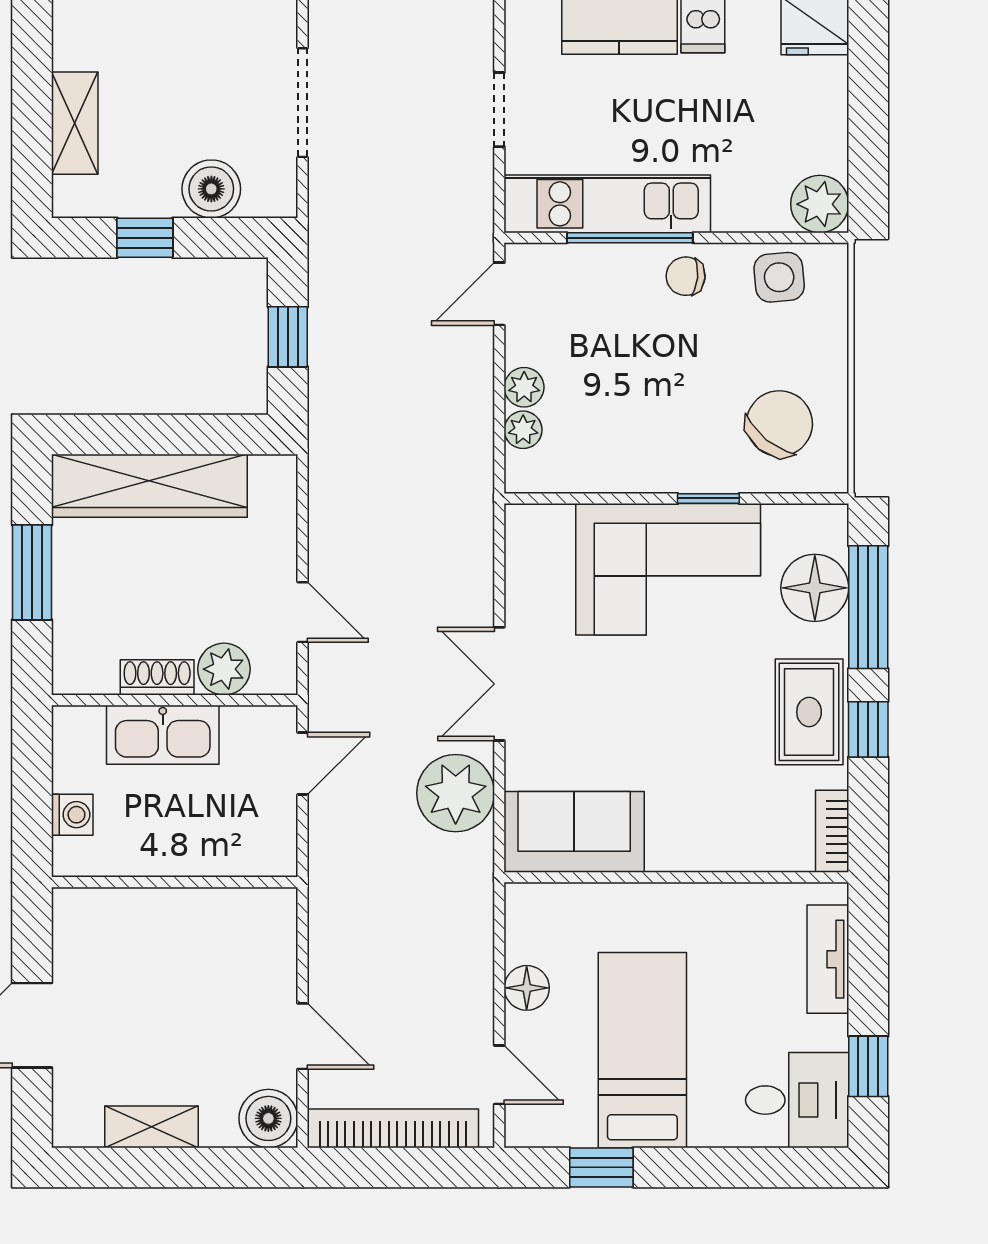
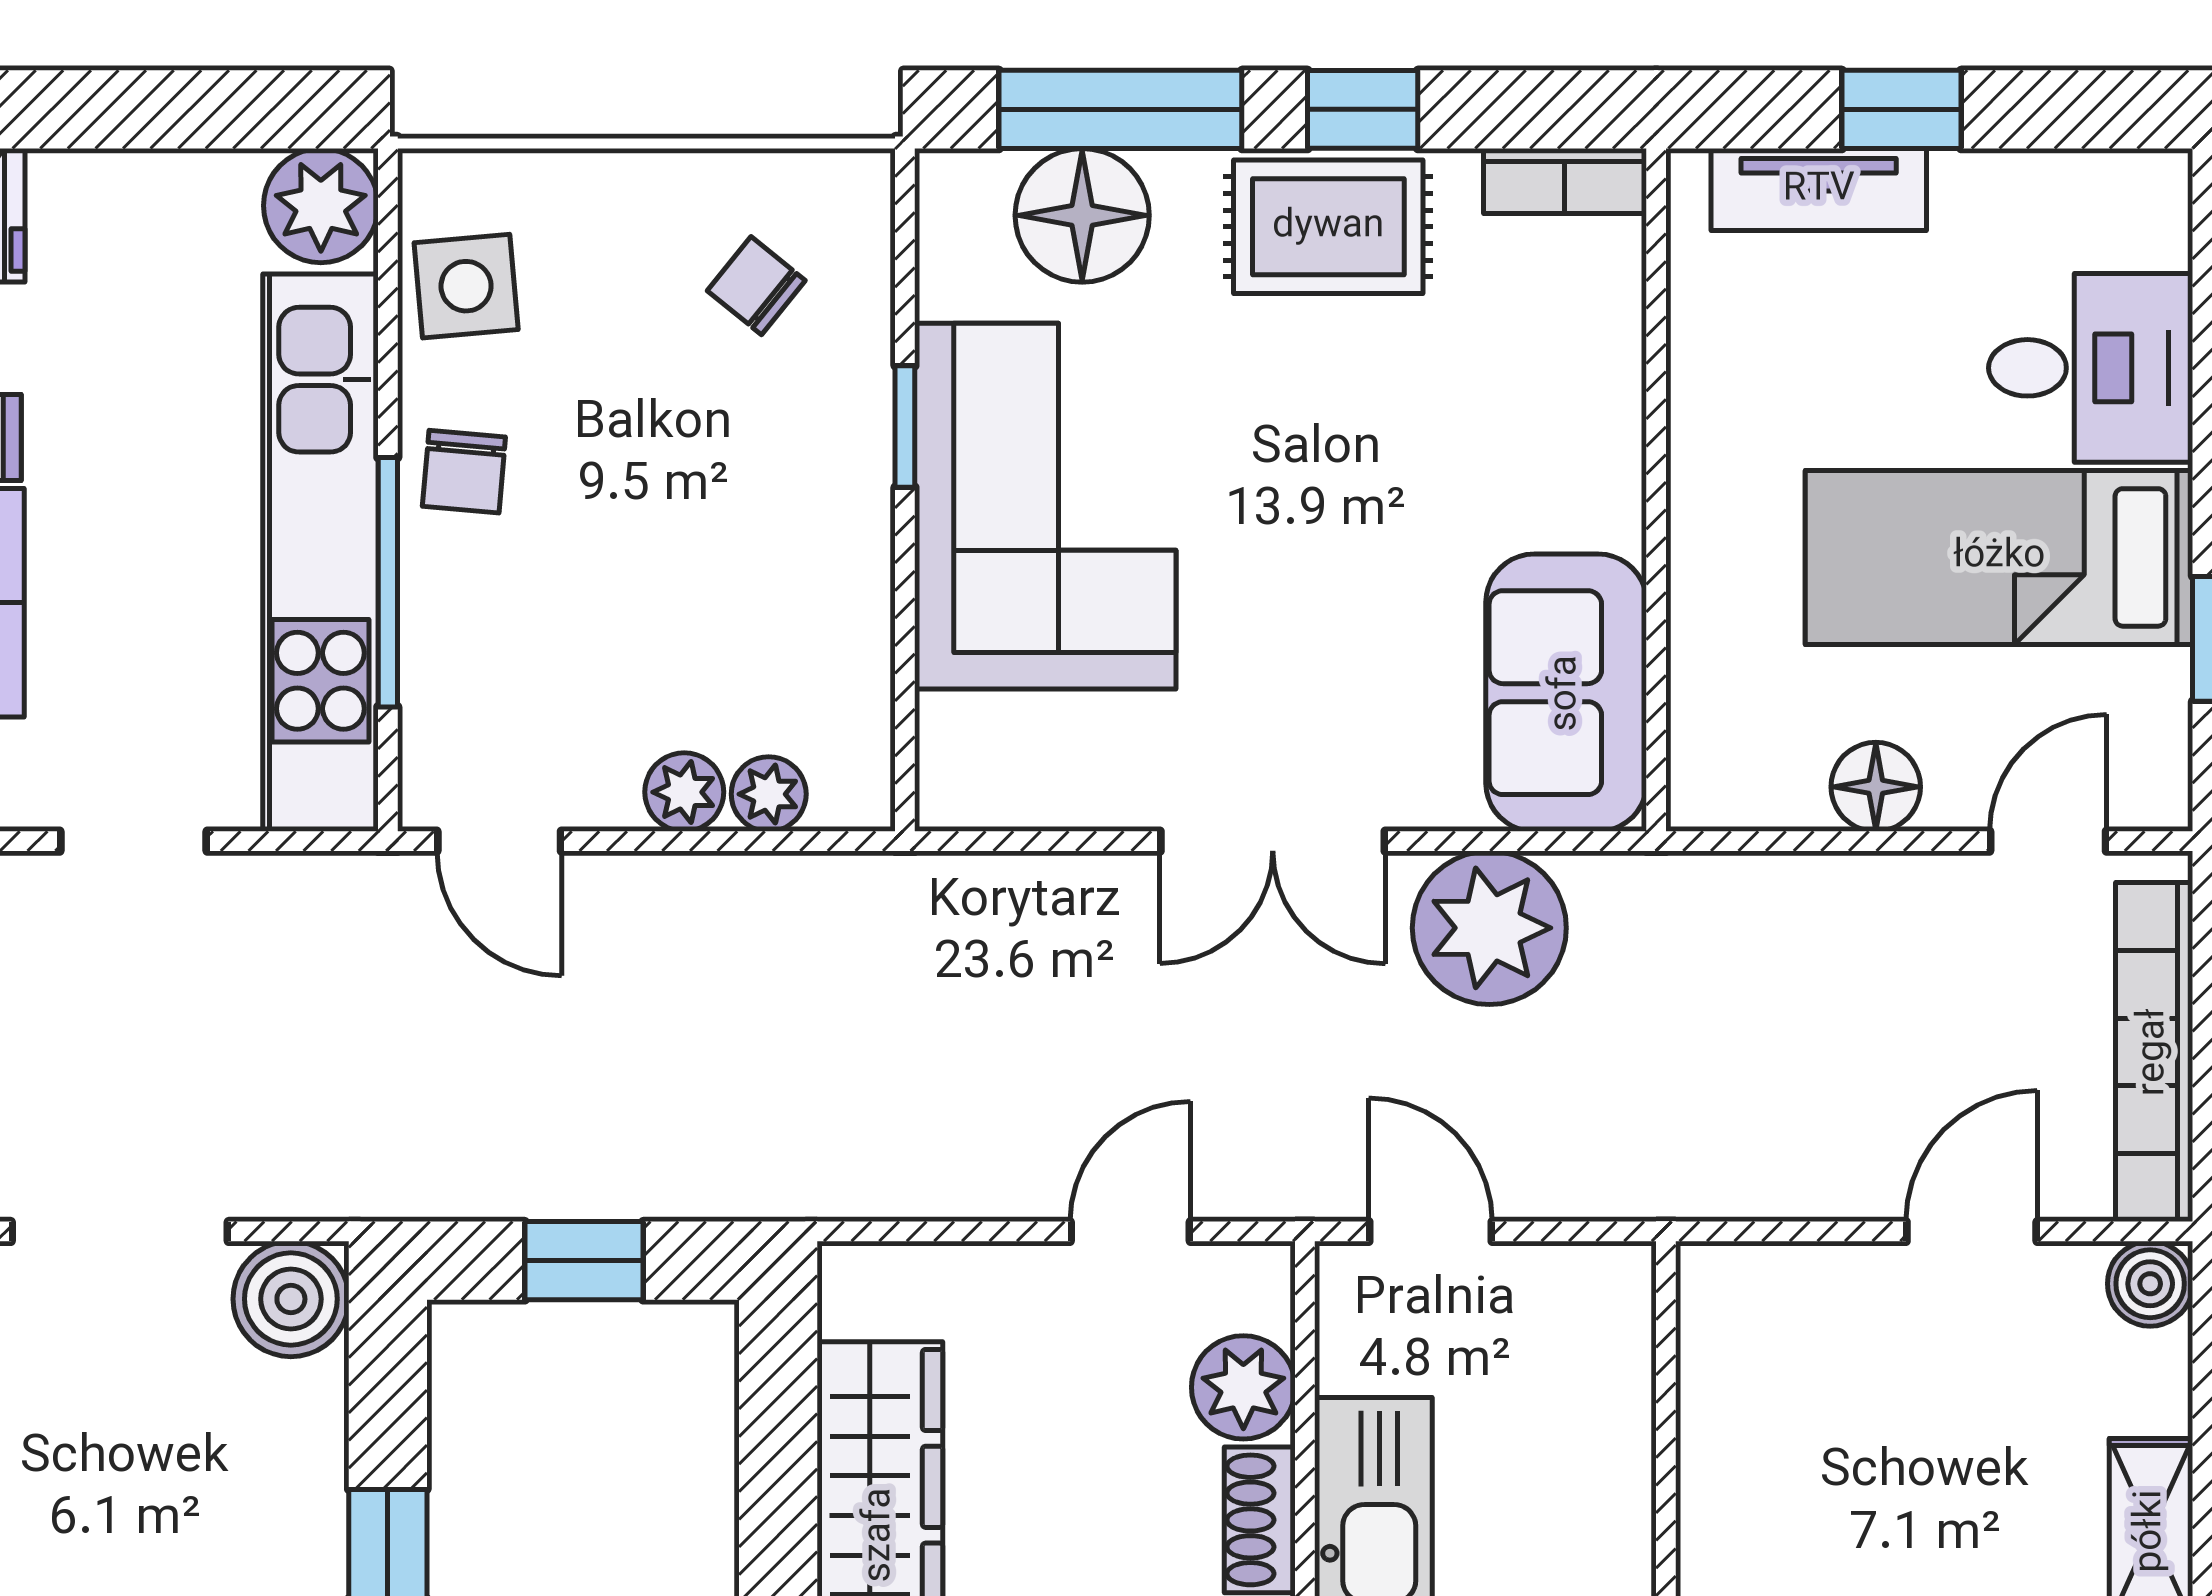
boiler: (211, 189) -> (291, 1299), moved
kitchen unit: (607, 204) -> (320, 553), width x1.36
chair: (779, 424) -> (756, 286), width x0.54, depth x0.54
window: (868, 1066) -> (1901, 109), moved
desk: (797, 1100) -> (2091, 368), moved, turned 90
boiler: (268, 1118) -> (2150, 1284), width x0.73, depth x0.73

